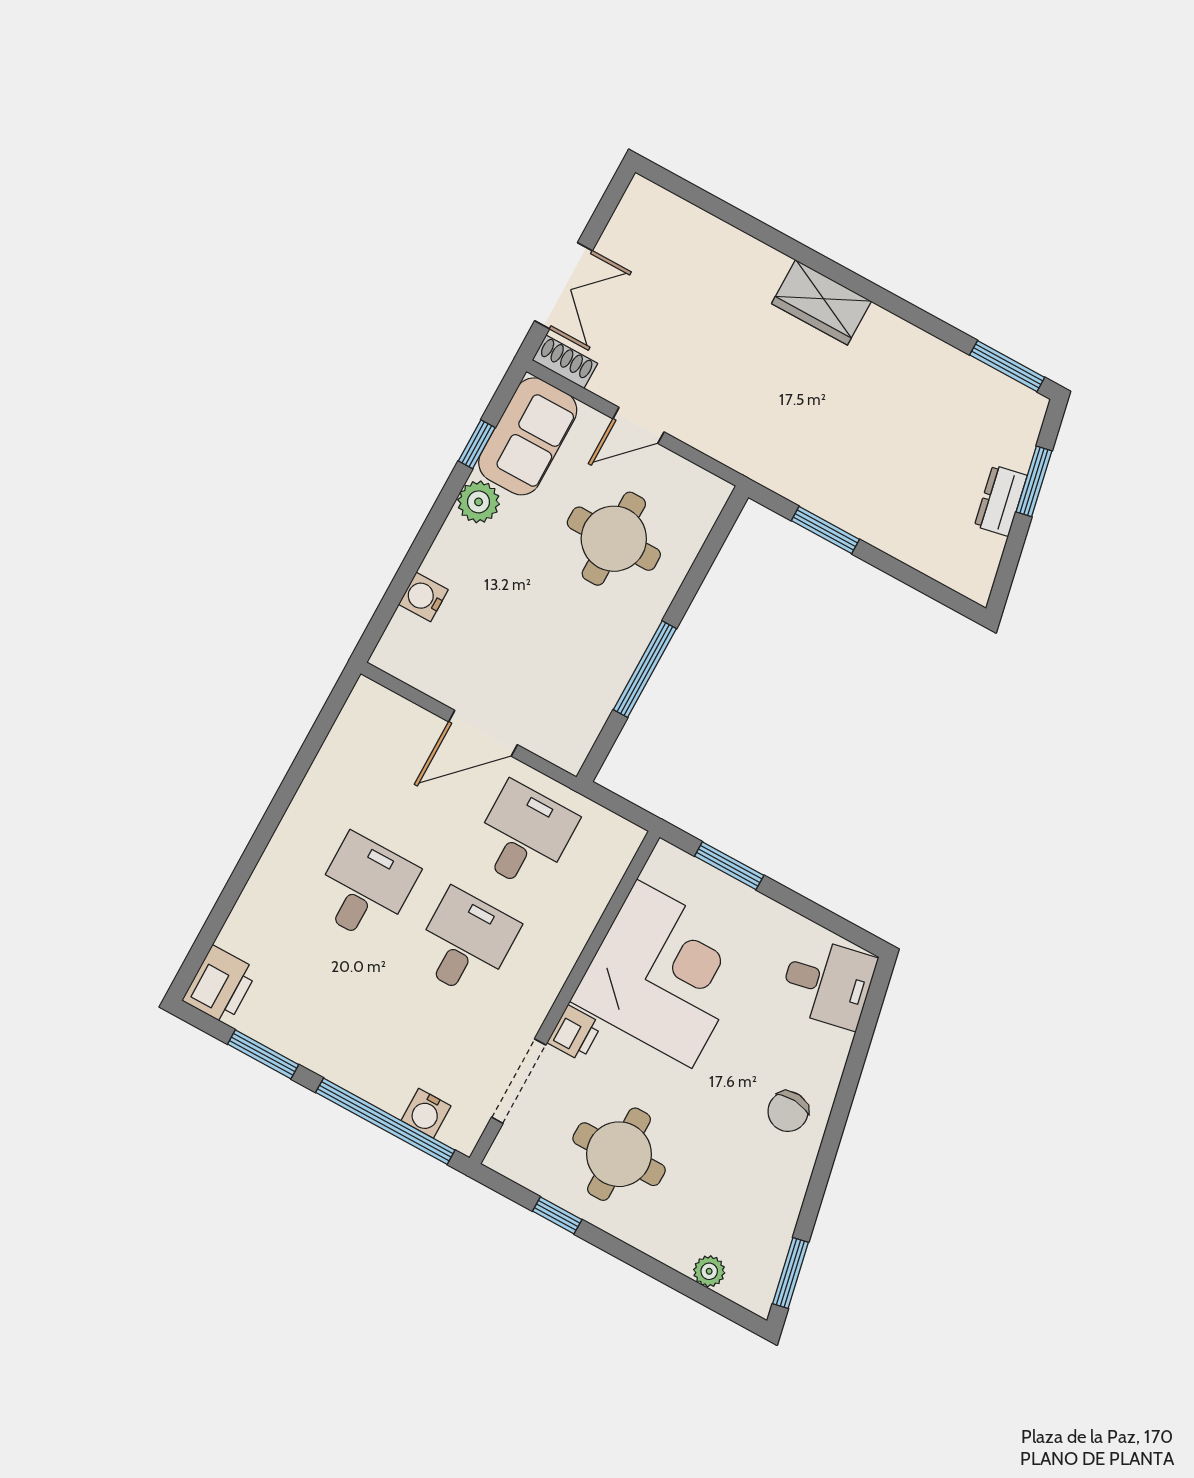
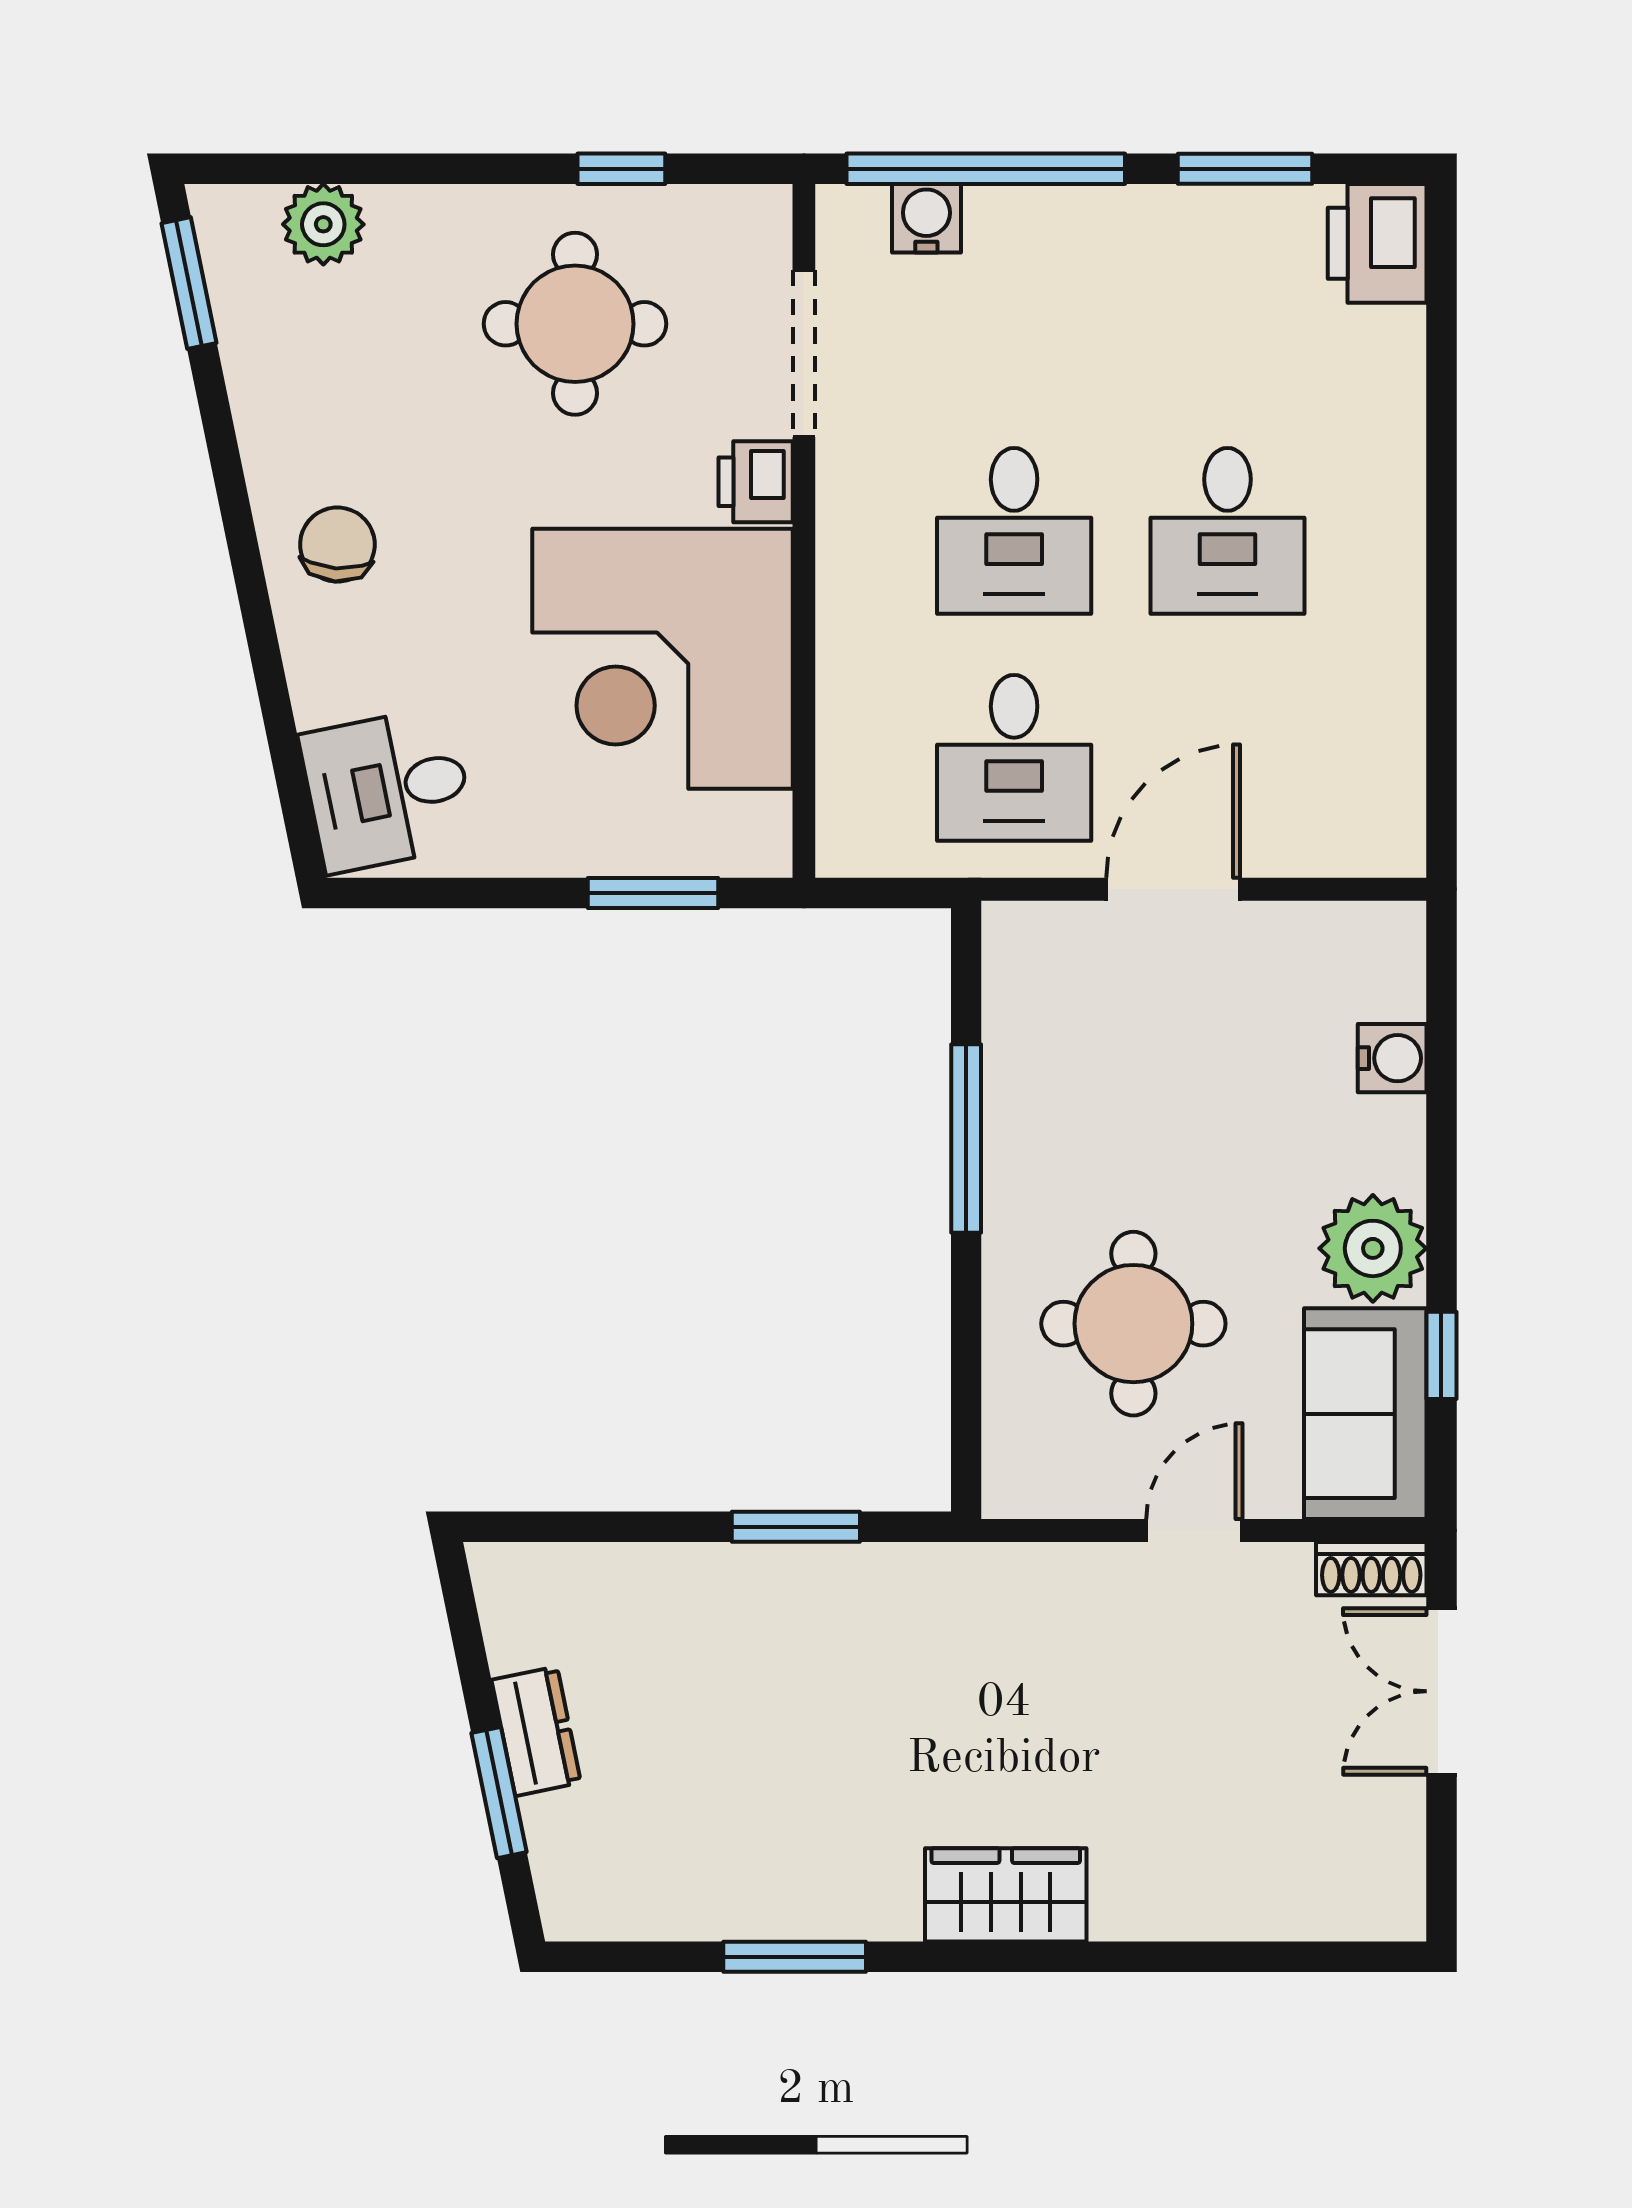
window: (1007, 366) -> (795, 1957), moved
plant: (479, 502) -> (1373, 1248), width x1.36, depth x1.36
plant: (709, 1271) -> (323, 224), width x1.38, depth x1.38

